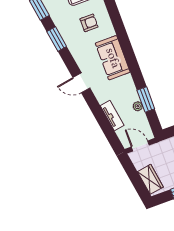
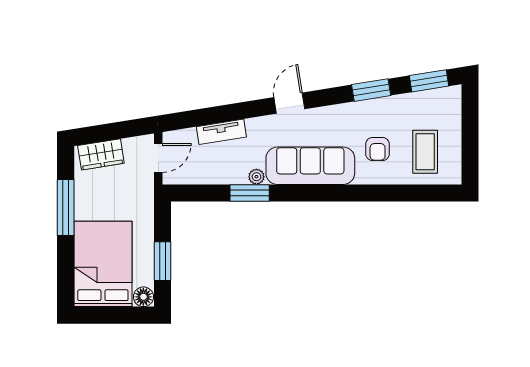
sofa: (113, 58) -> (310, 166), width x1.36
window: (146, 100) -> (250, 193), moved
plant: (138, 106) -> (256, 177), moved

